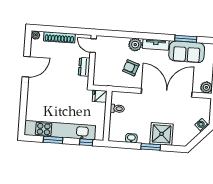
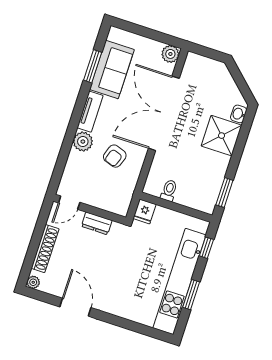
washing machine: (202, 125) -> (223, 74), removed
washbasin: (131, 138) -> (239, 114), moved
window: (151, 147) -> (224, 193), moved

